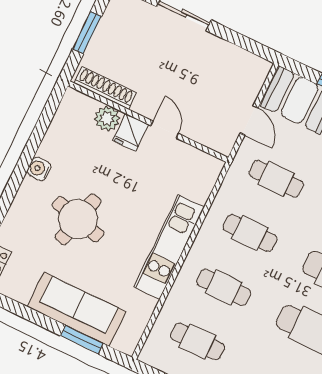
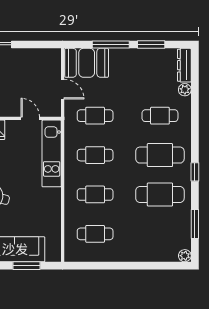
door: (165, 130) -> (30, 118), moved
kitchen unit: (169, 247) -> (52, 153), moved

